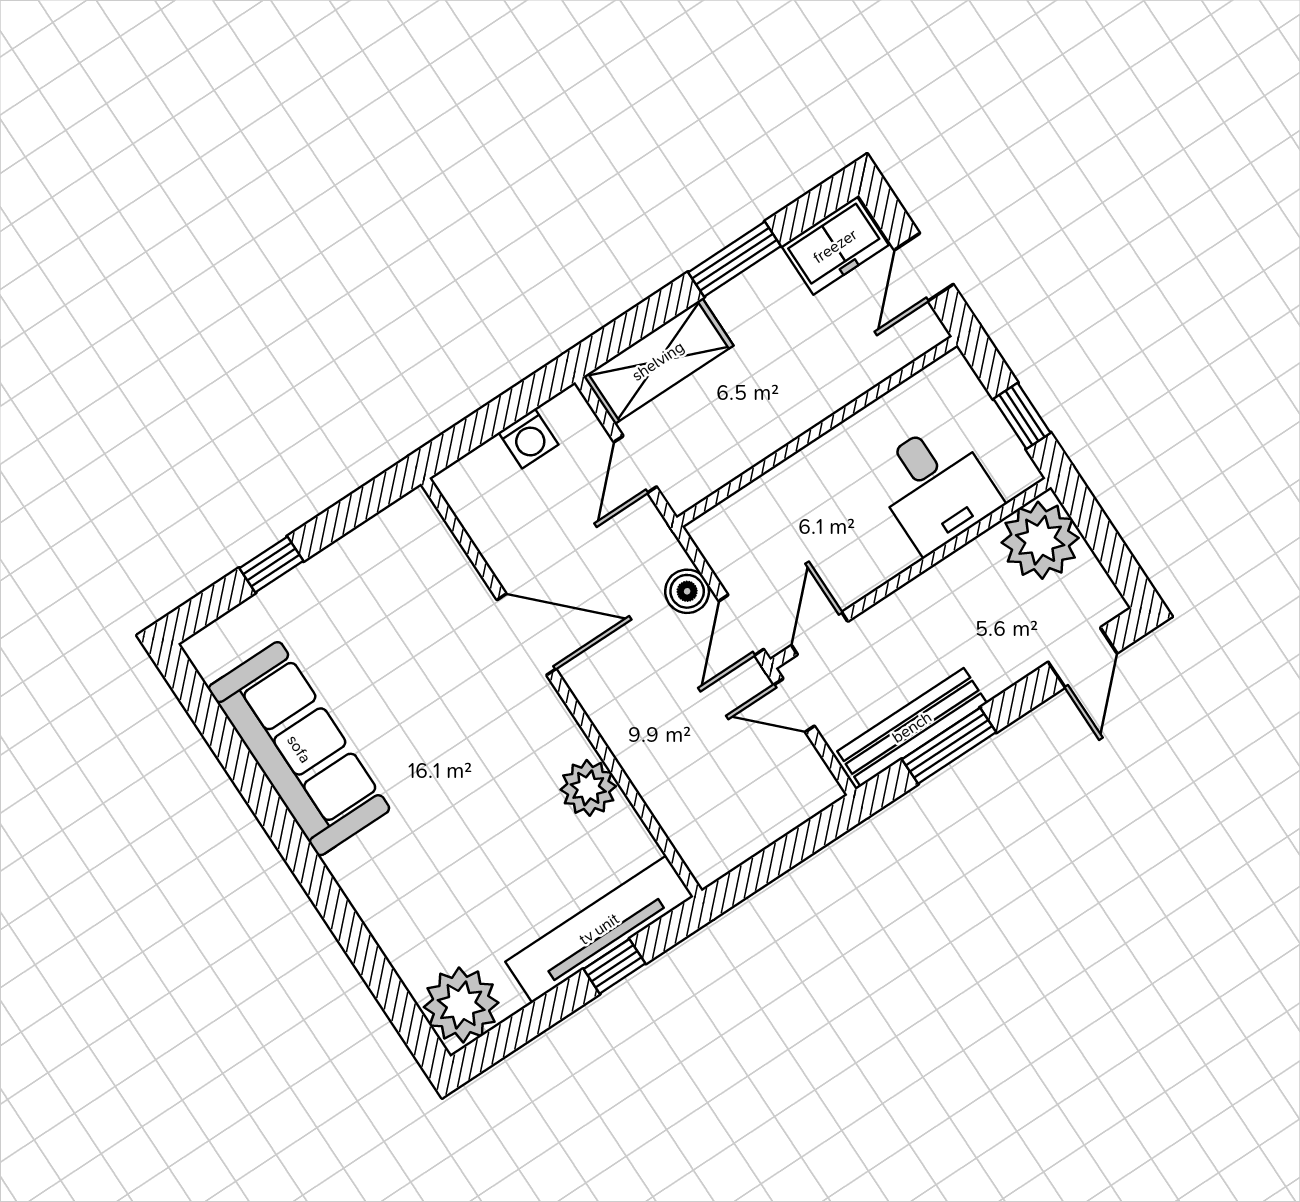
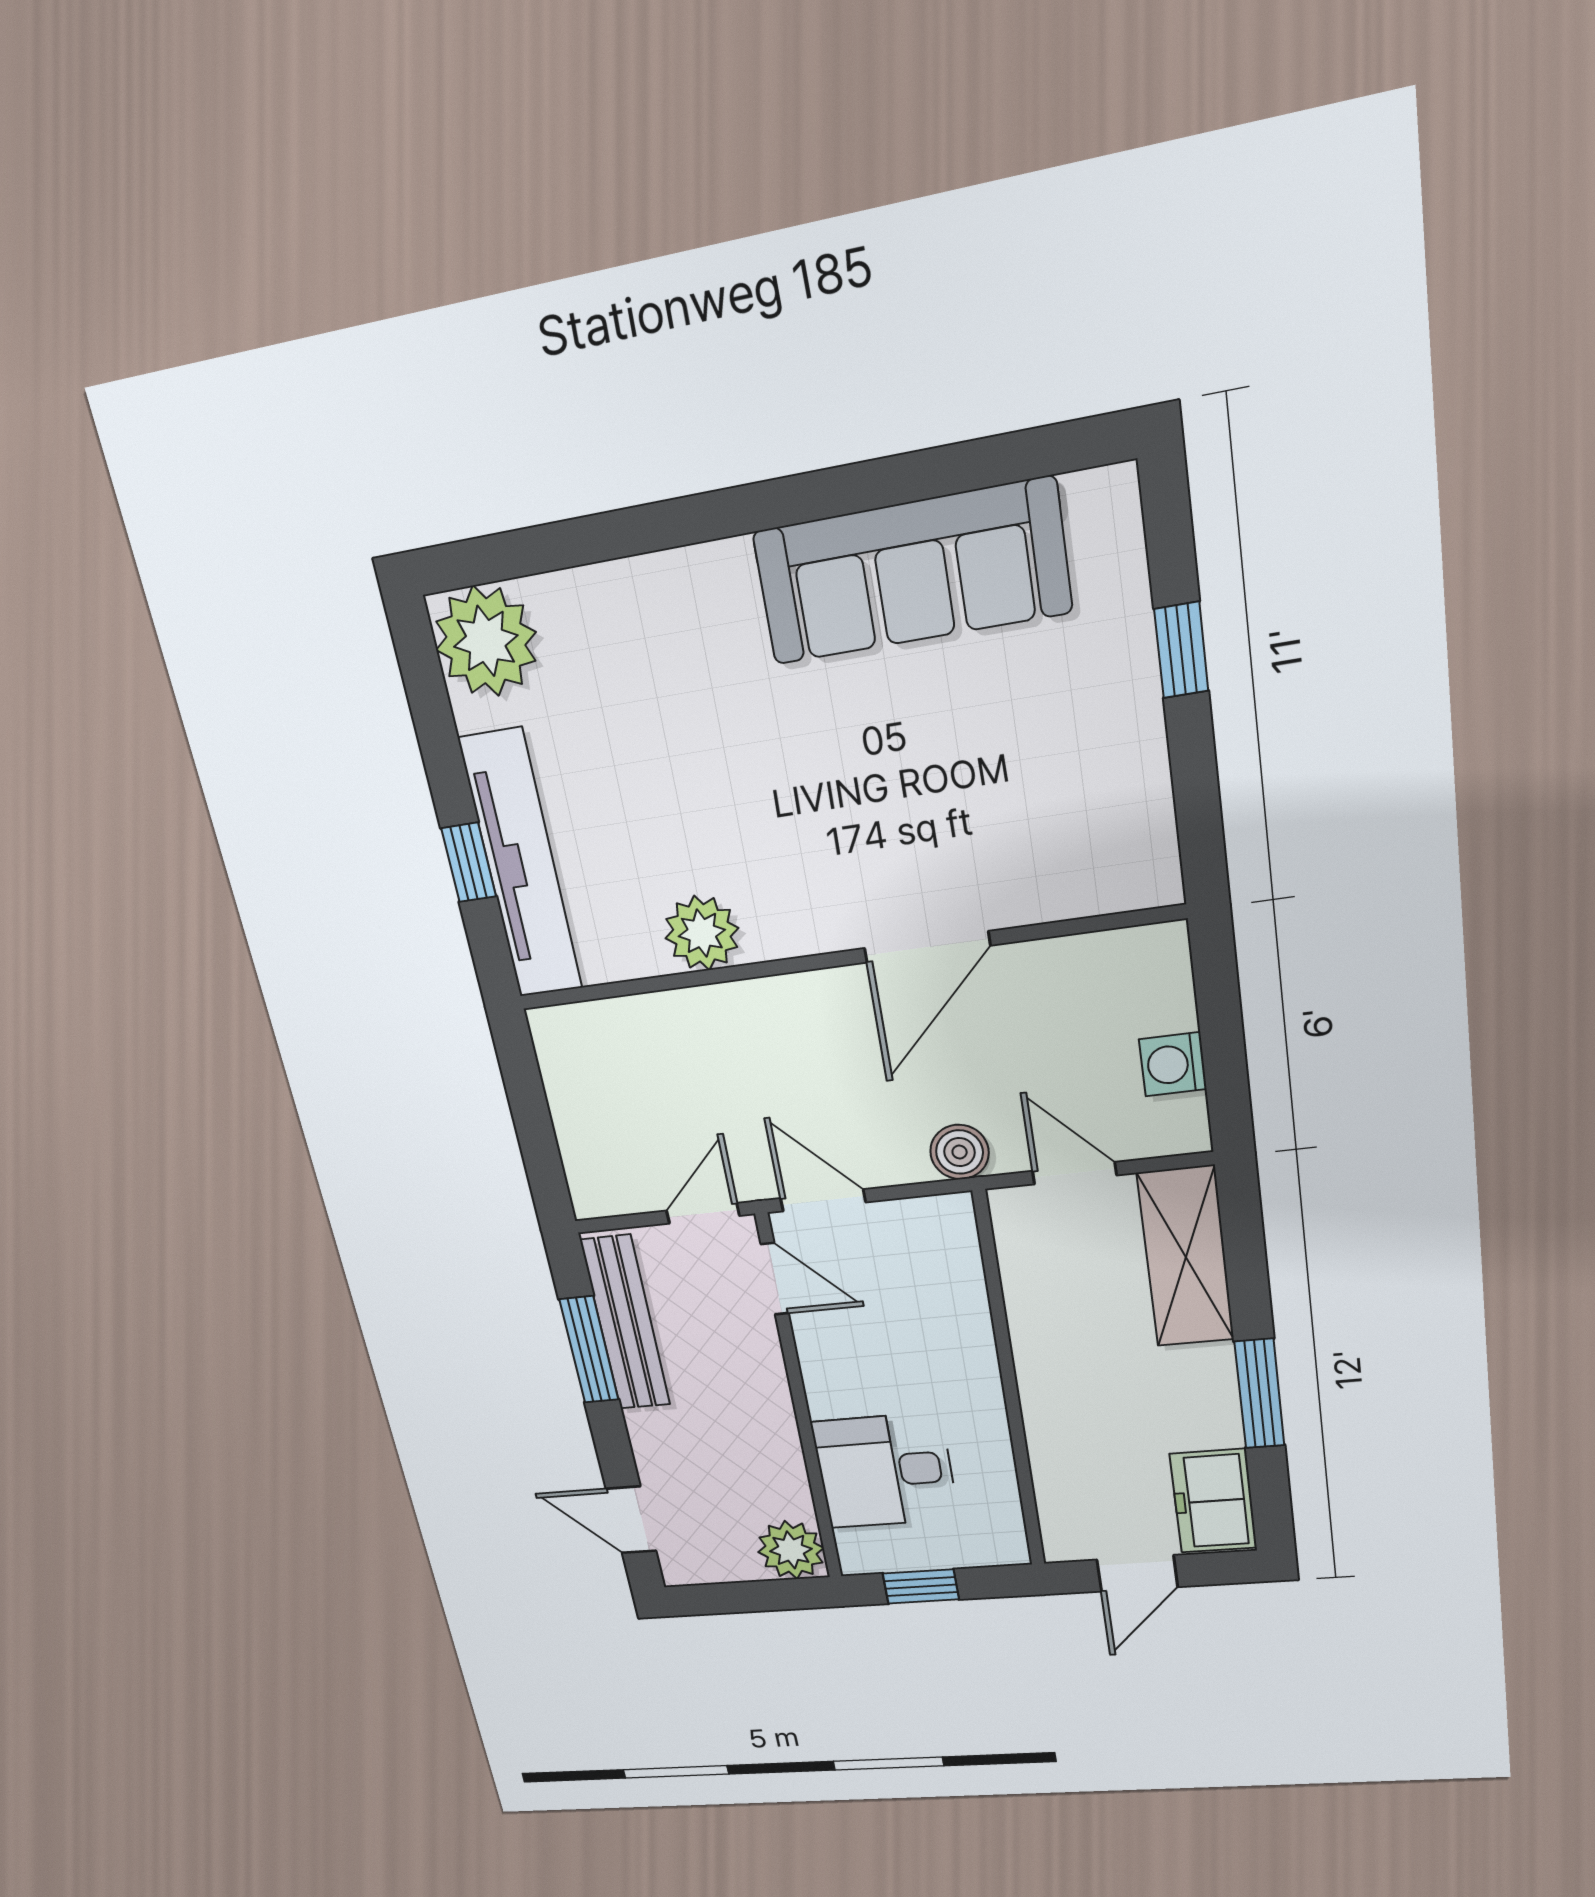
door: (924, 267) -> (1137, 1573), swing flipped
plant: (1040, 540) -> (791, 1550), width x0.73, depth x0.73
boiler: (687, 591) -> (960, 1152), moved

